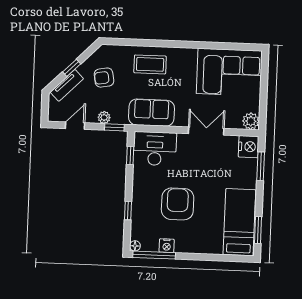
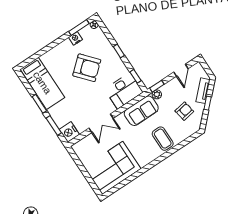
coffee table: (150, 64) -> (163, 139), turned 90
plant: (104, 117) -> (157, 94), moved
plant: (251, 121) -> (79, 148), removed
armchair: (178, 204) -> (87, 68), turned -41
window: (128, 211) -> (119, 51), moved
window: (258, 230) -> (39, 104), moved
window: (154, 255) -> (79, 28), width x0.69

